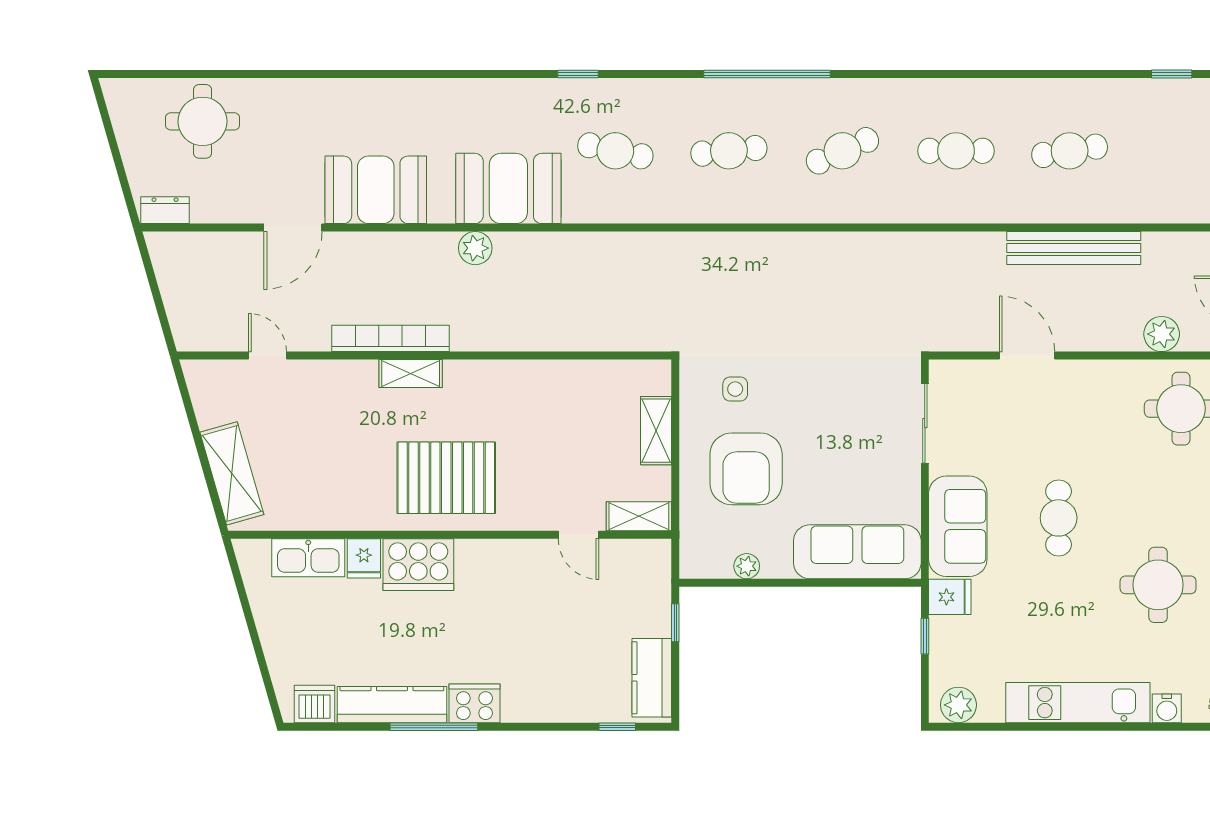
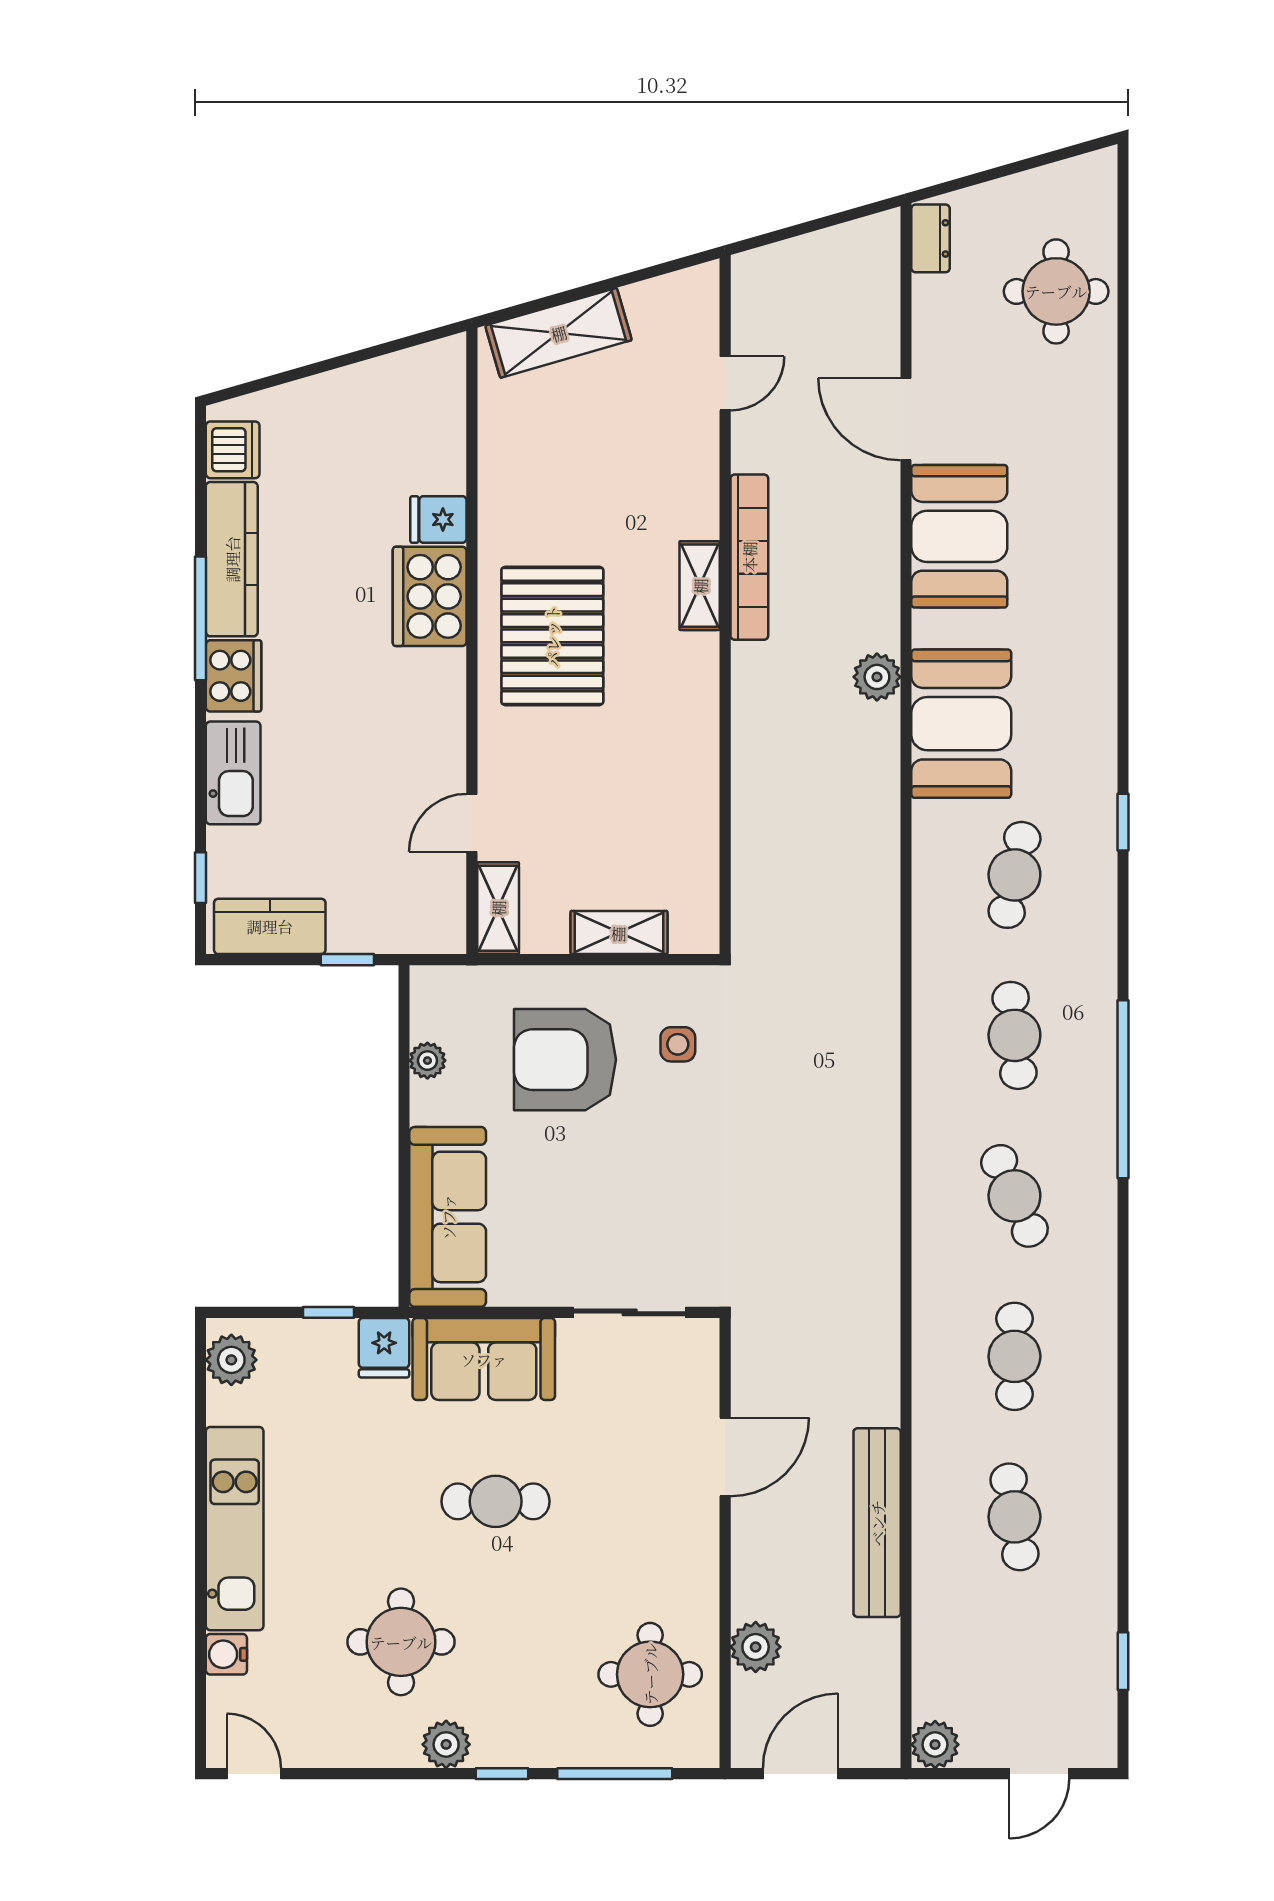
kitchen sink: (308, 558) -> (233, 773), moved, turned 180

